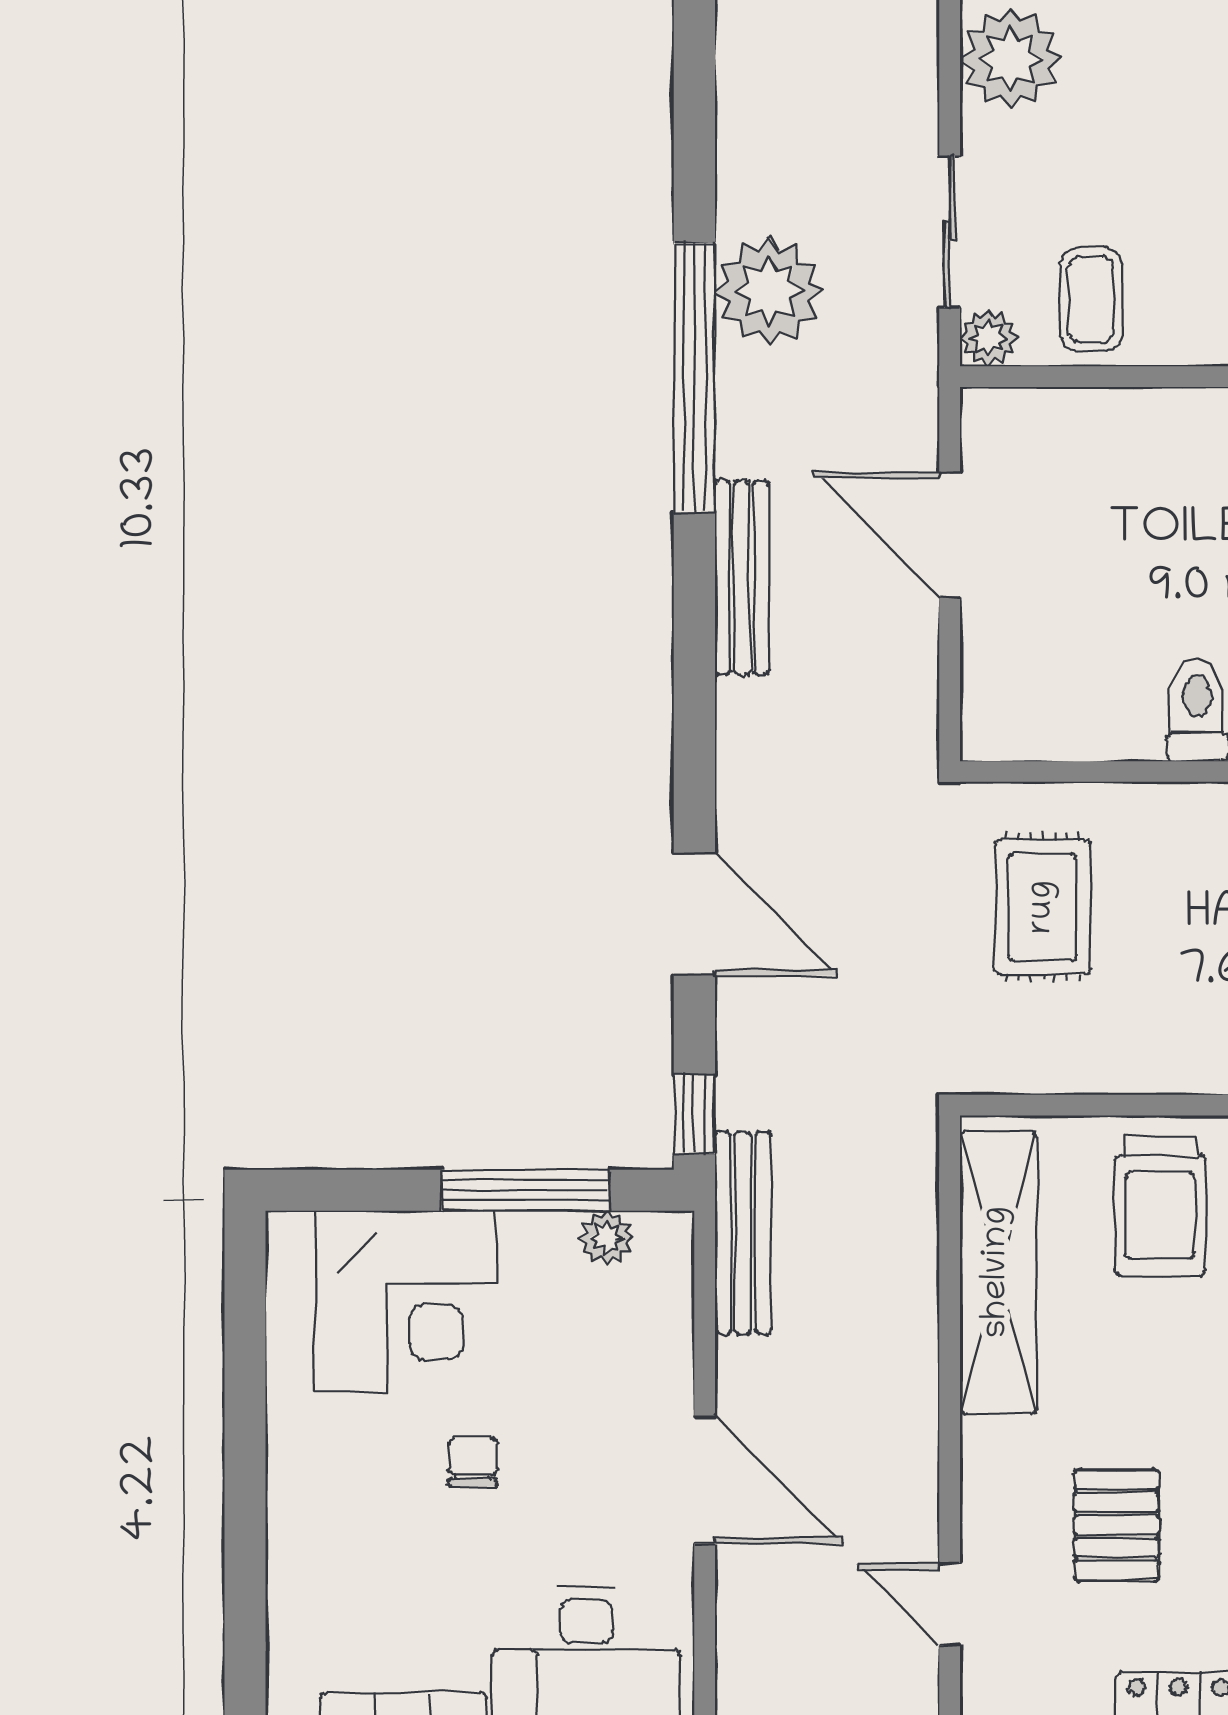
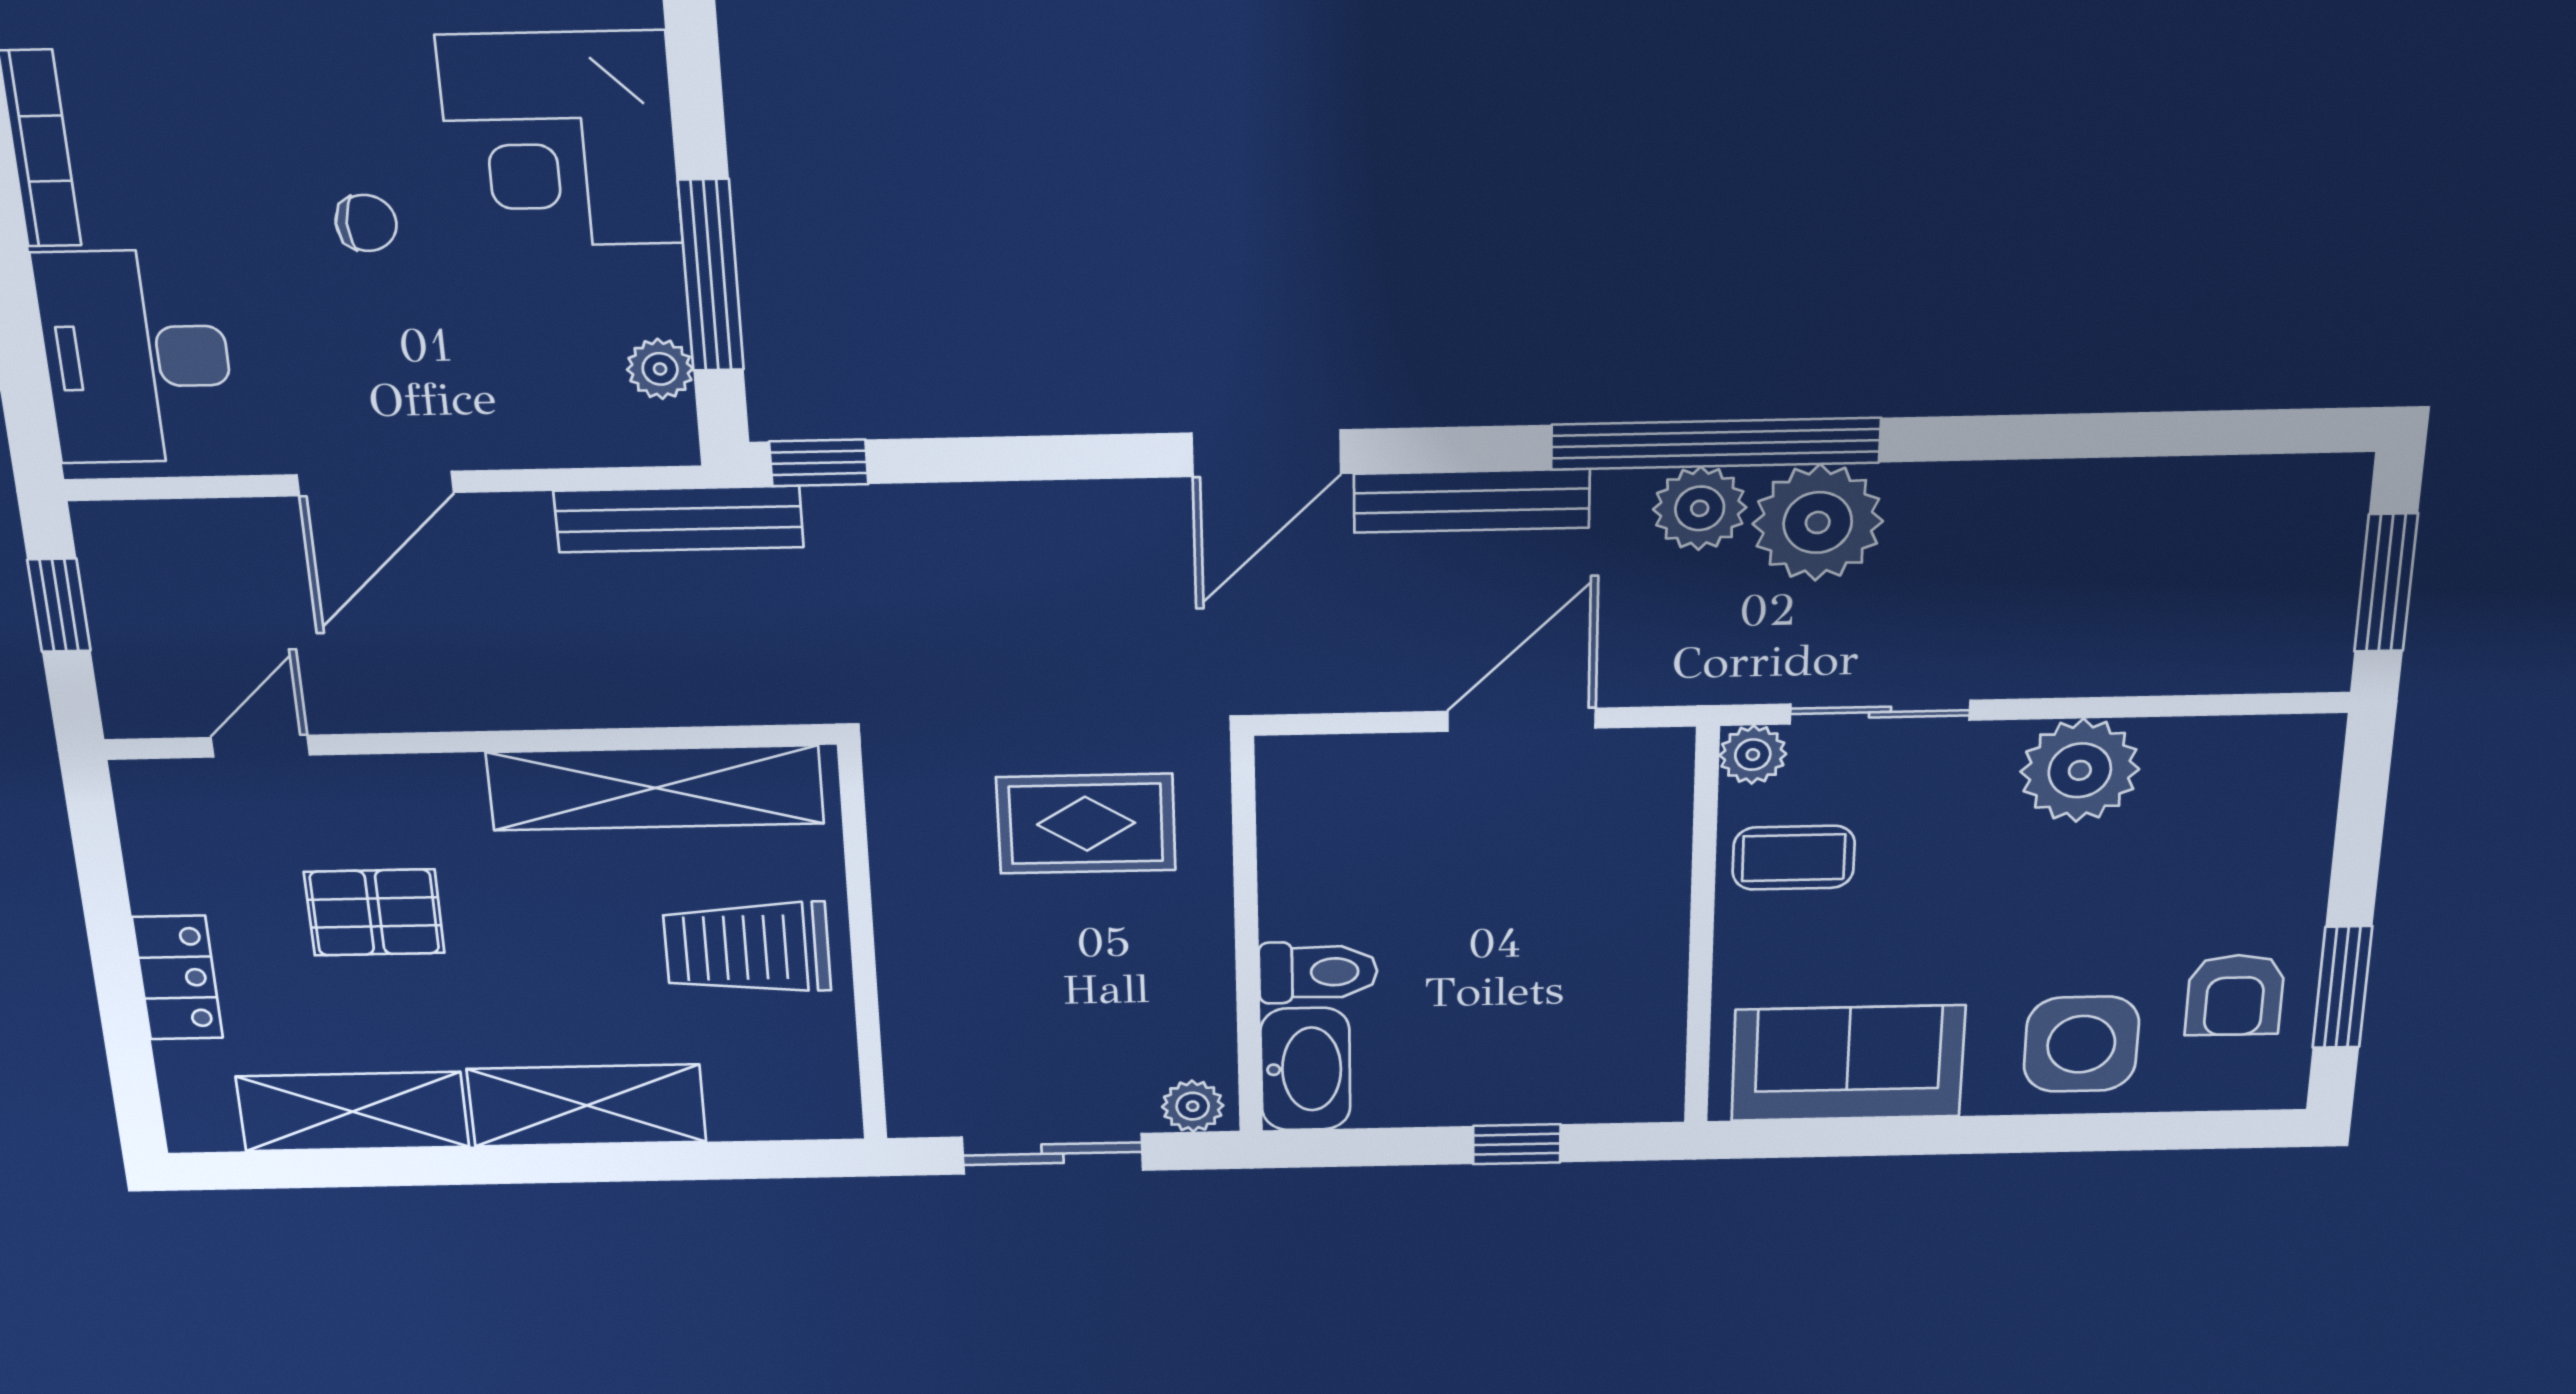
plant: (753, 389) -> (1700, 508), added
door: (694, 914) -> (1266, 453), moved

